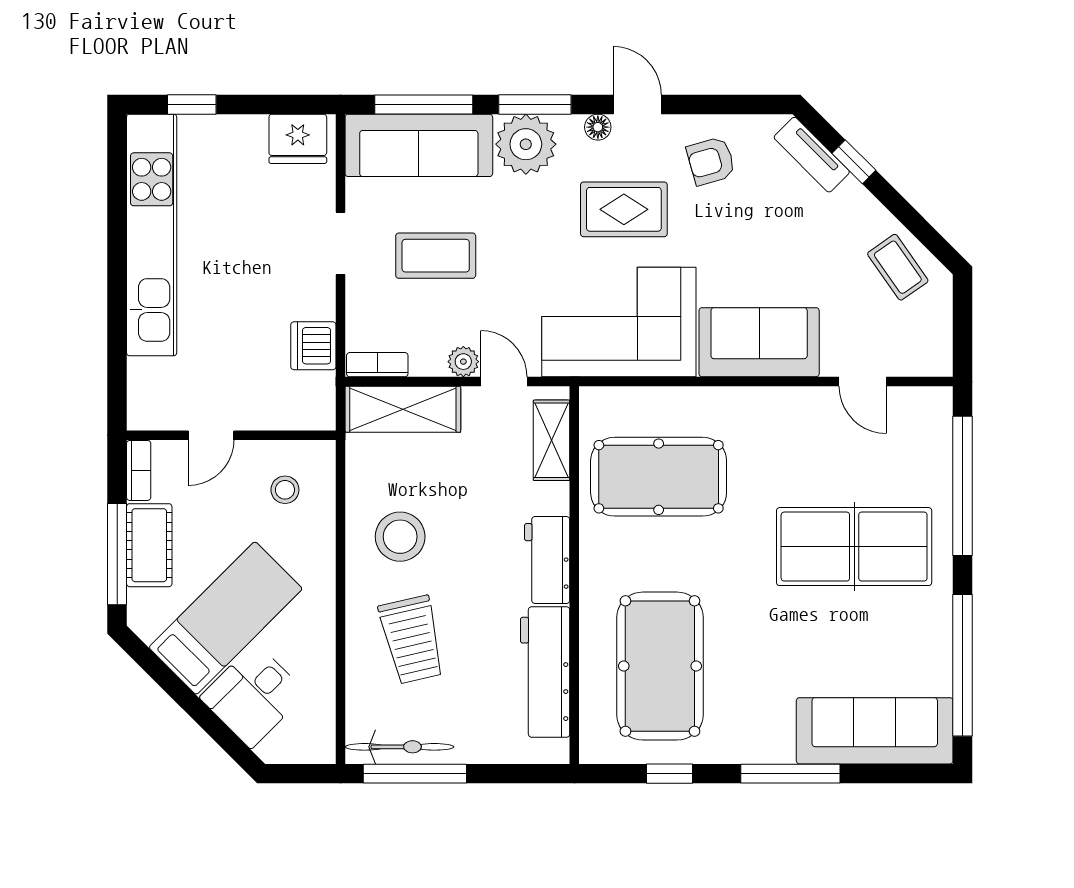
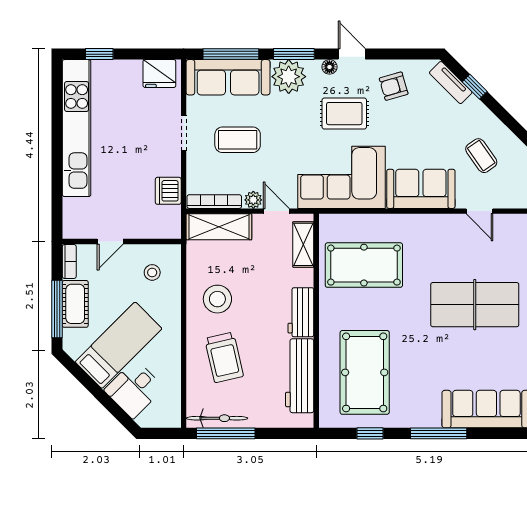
coffee table: (898, 267) -> (481, 156), moved
bookcase: (377, 365) -> (214, 202), width x1.56

